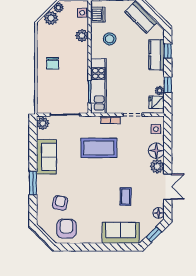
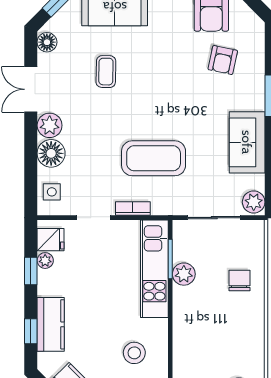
plant: (82, 36) -> (184, 274), moved
chair: (53, 63) -> (239, 280), moved

